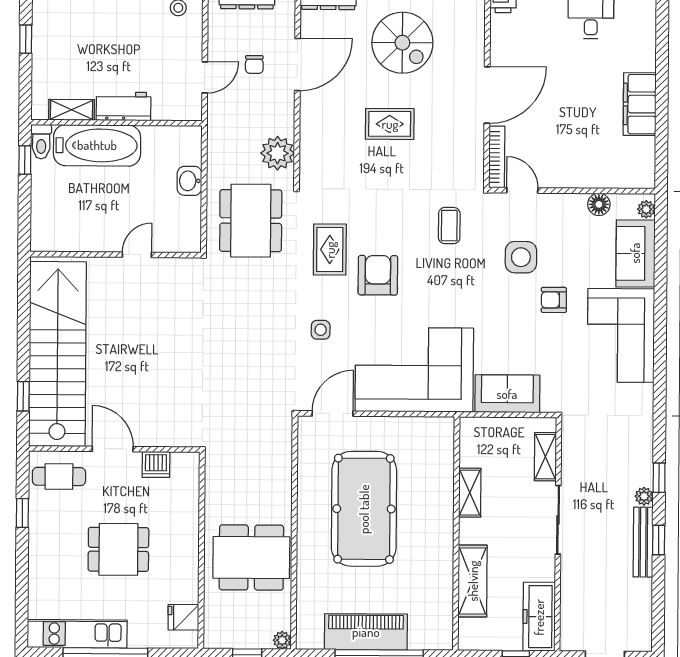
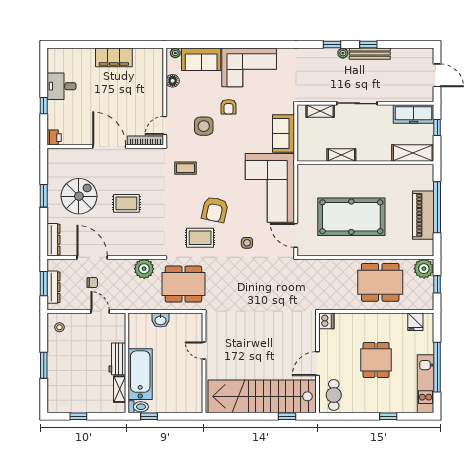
rug: (390, 124) -> (126, 203), turned 90
armchair: (378, 275) -> (215, 210), turned -78
dishwasher: (156, 465) -> (326, 321), moved
window: (22, 513) -> (388, 416), moved
dining table: (251, 557) -> (380, 282), turned 90
shelving: (473, 581) -> (413, 153), moved
plant: (282, 640) -> (424, 269), width x1.87, depth x1.87

